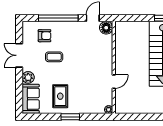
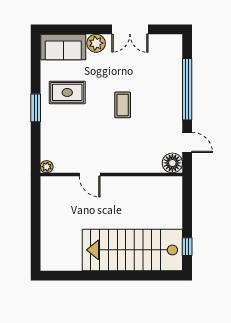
armchair: (45, 36) -> (160, 68), removed
double door: (19, 55) -> (130, 29), swing flipped
coffee table: (54, 57) -> (123, 105), moved

